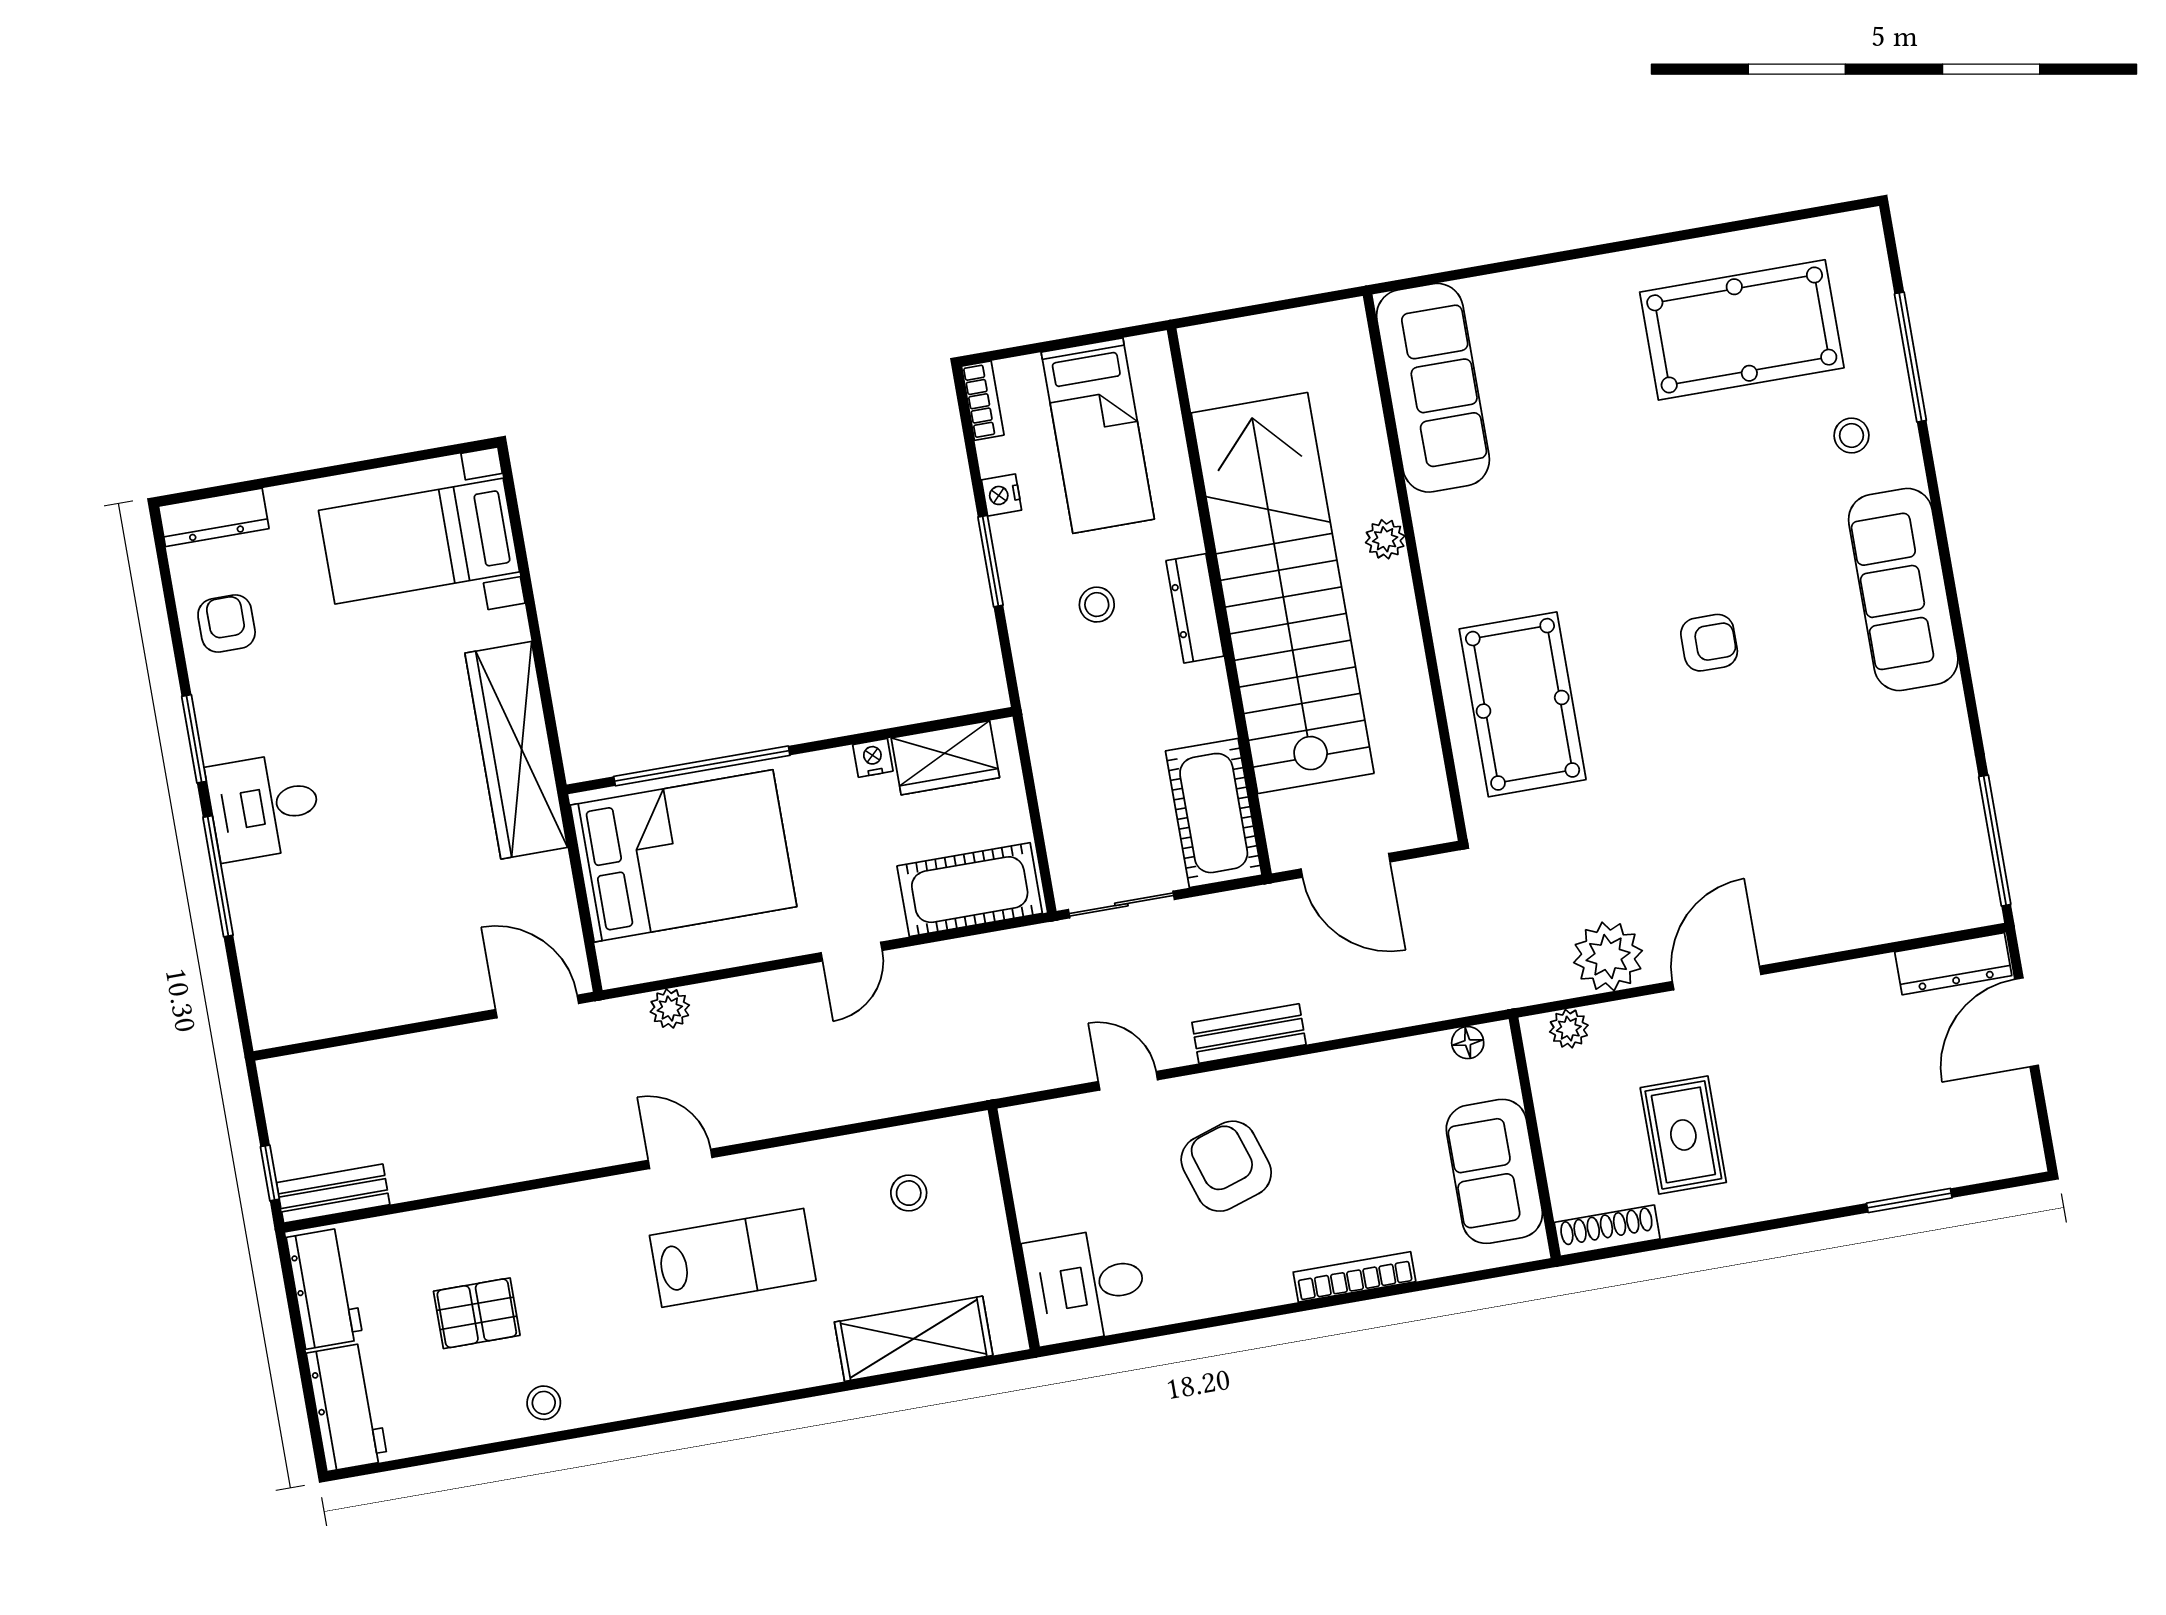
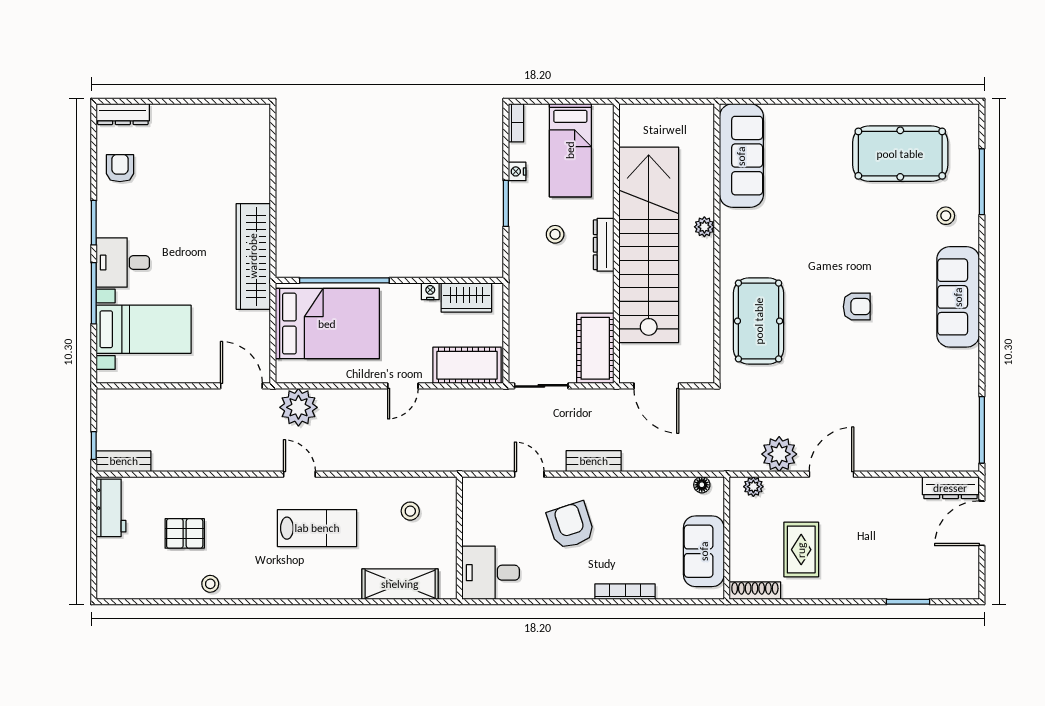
bed with nightstands: (419, 541) -> (144, 329), moved, turned 180
plant: (670, 1009) -> (298, 407), width x1.87, depth x1.87
workbench: (347, 1407) -> (112, 569), removed

